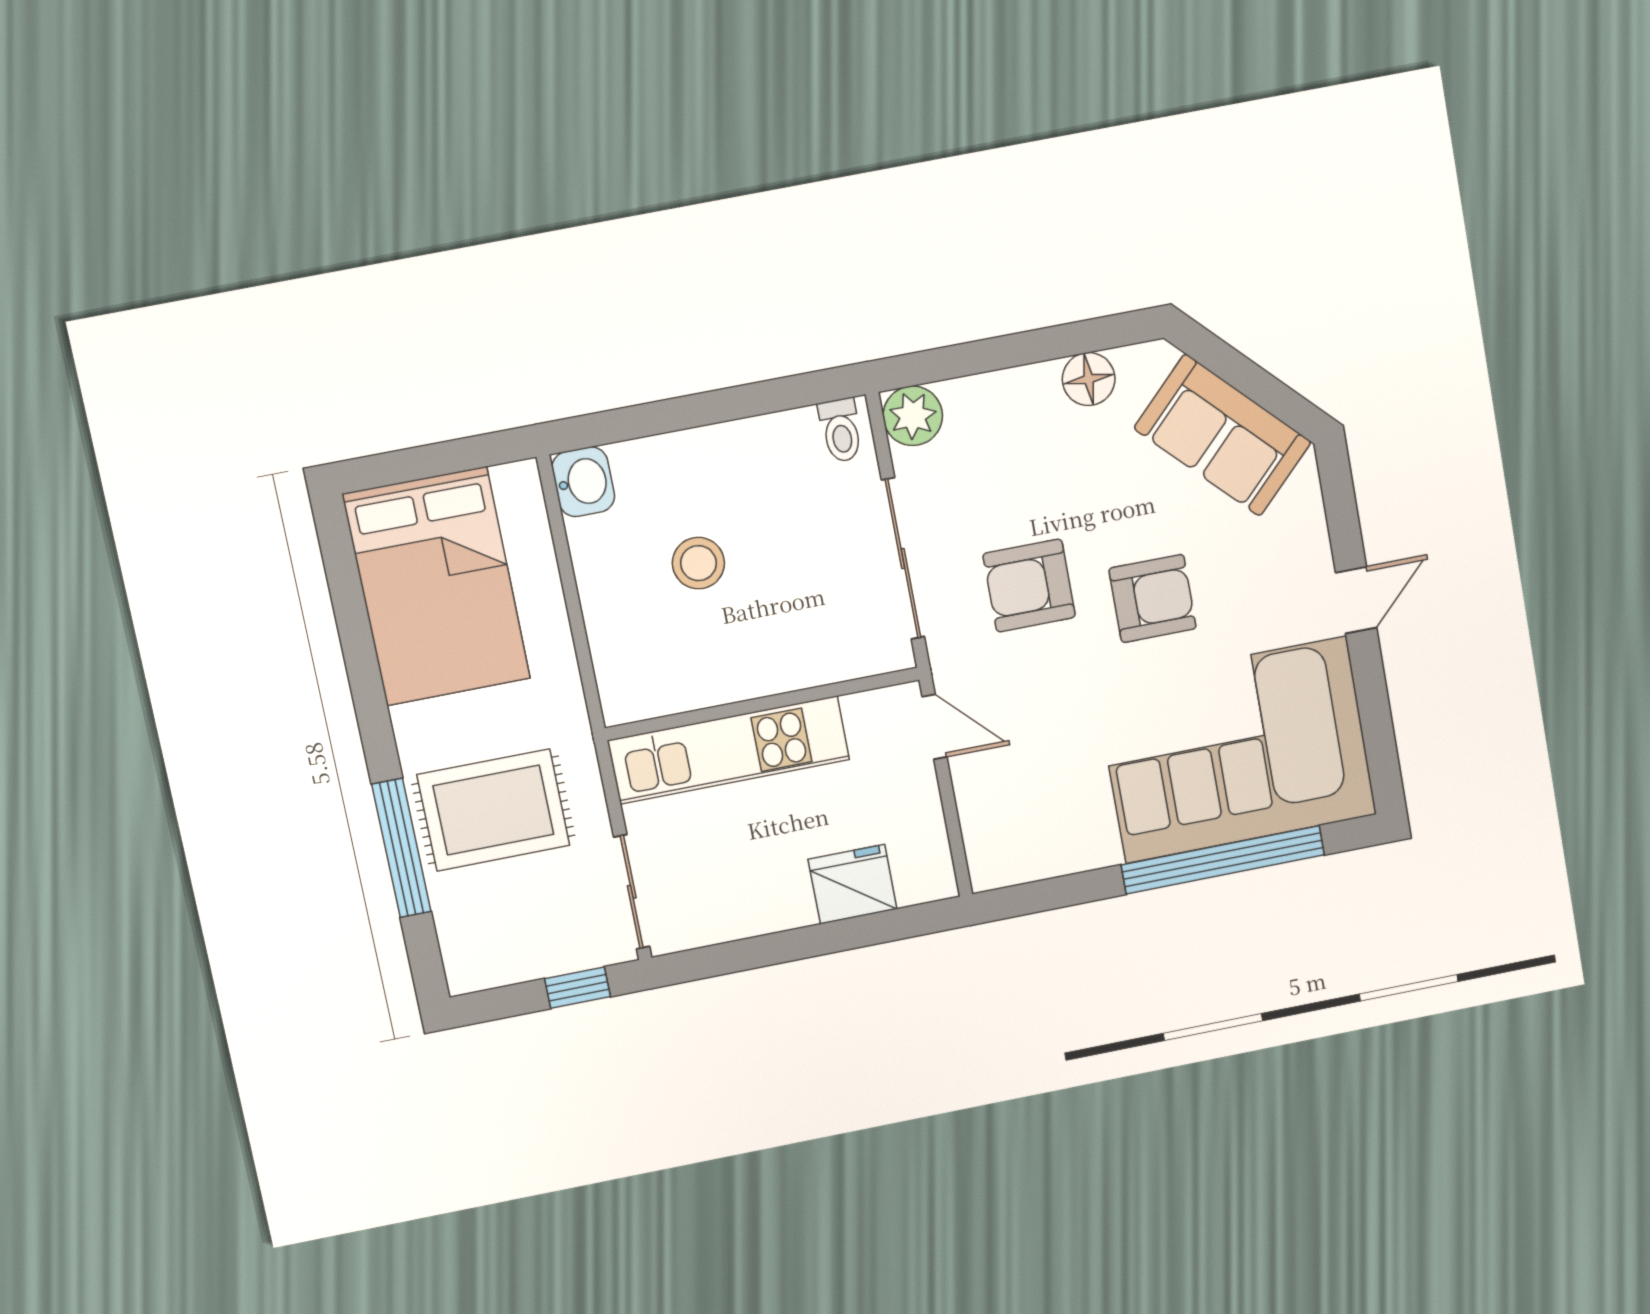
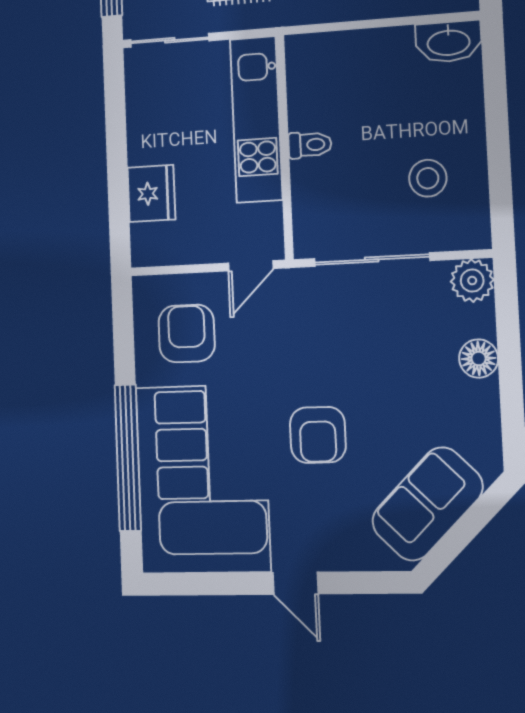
floor lamp: (1089, 379) -> (479, 359), moved
toilet: (841, 430) -> (310, 145), moved, turned 180
washbasin: (583, 482) -> (448, 42), width x1.38
stool: (698, 563) -> (428, 178), moved
armchair: (1029, 586) -> (187, 333), moved

